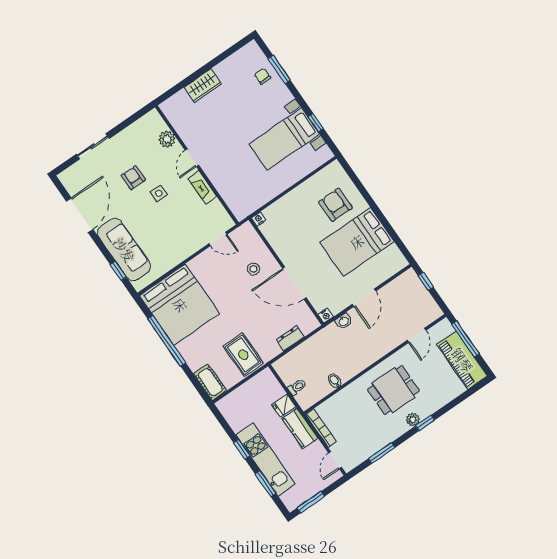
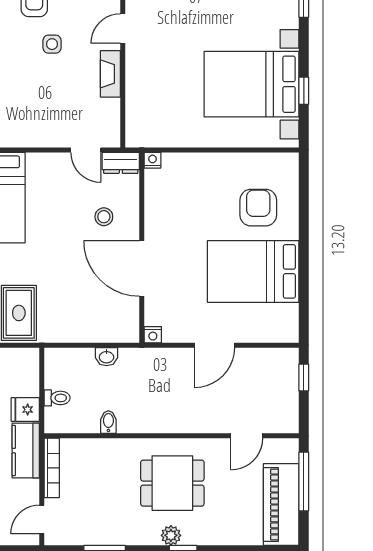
bed with nightstands: (284, 139) -> (252, 84), width x1.36
washbasin: (344, 321) -> (106, 357), moved
dresser: (290, 338) -> (121, 163), moved, turned 180

